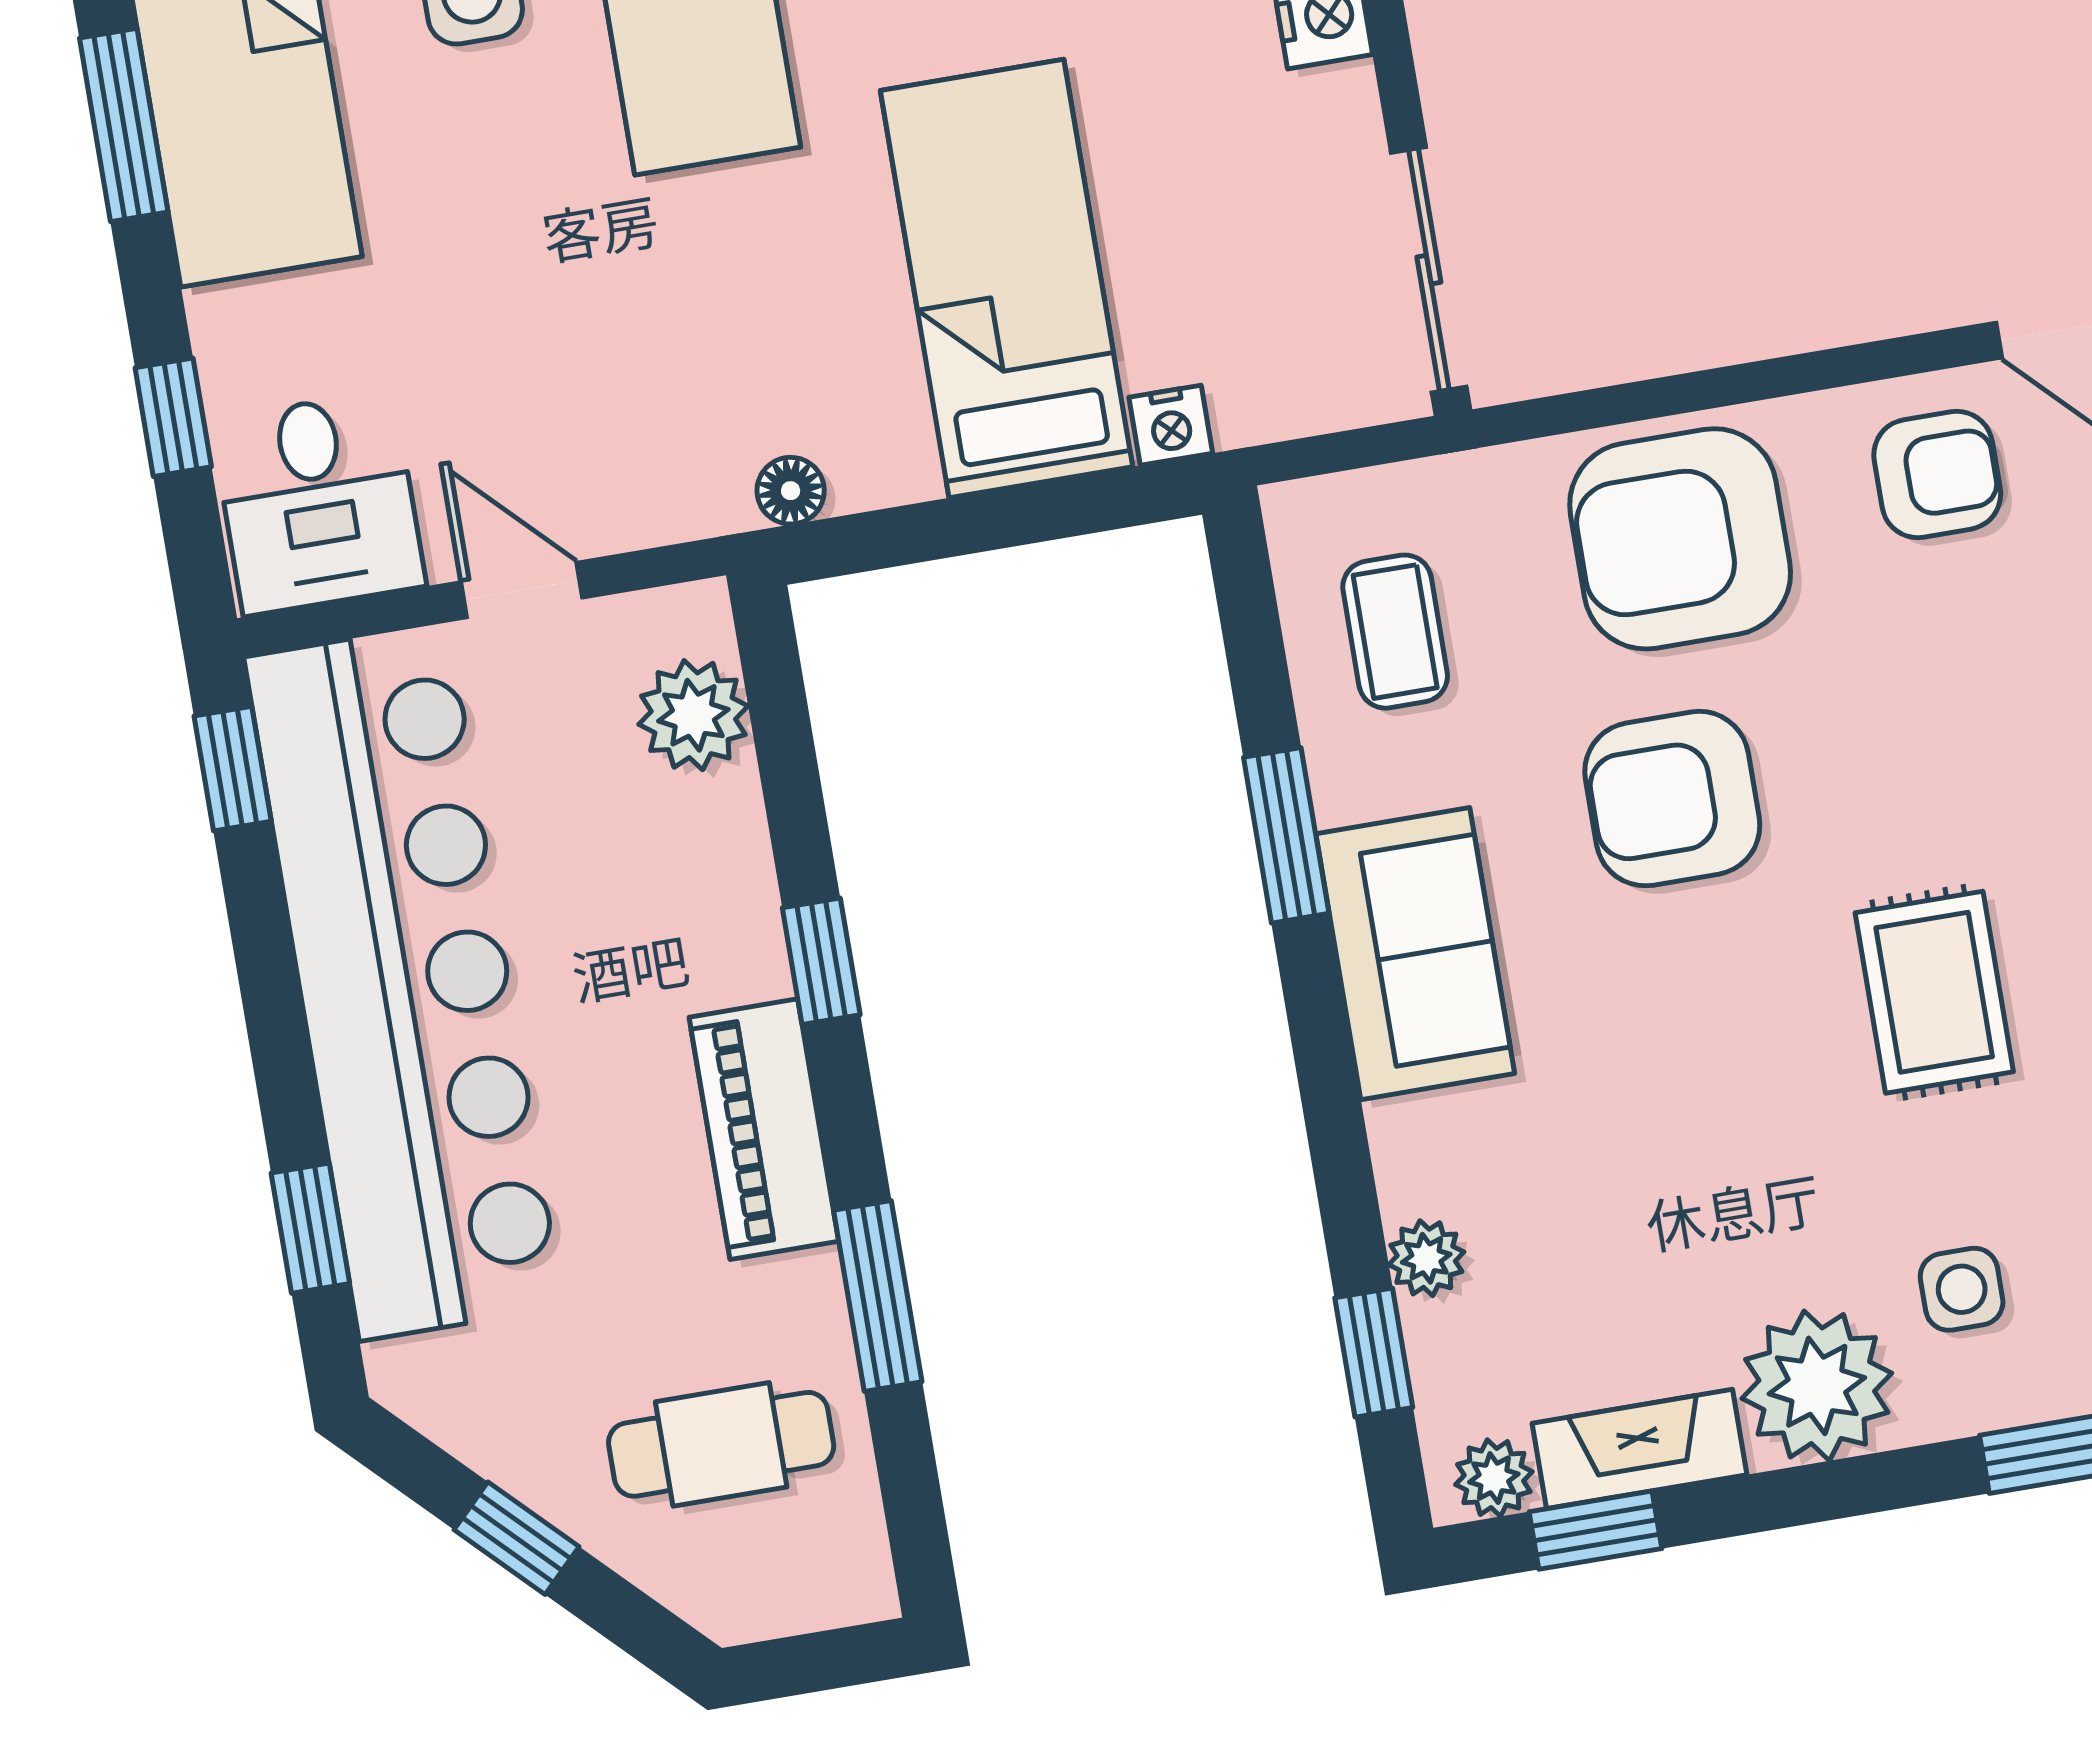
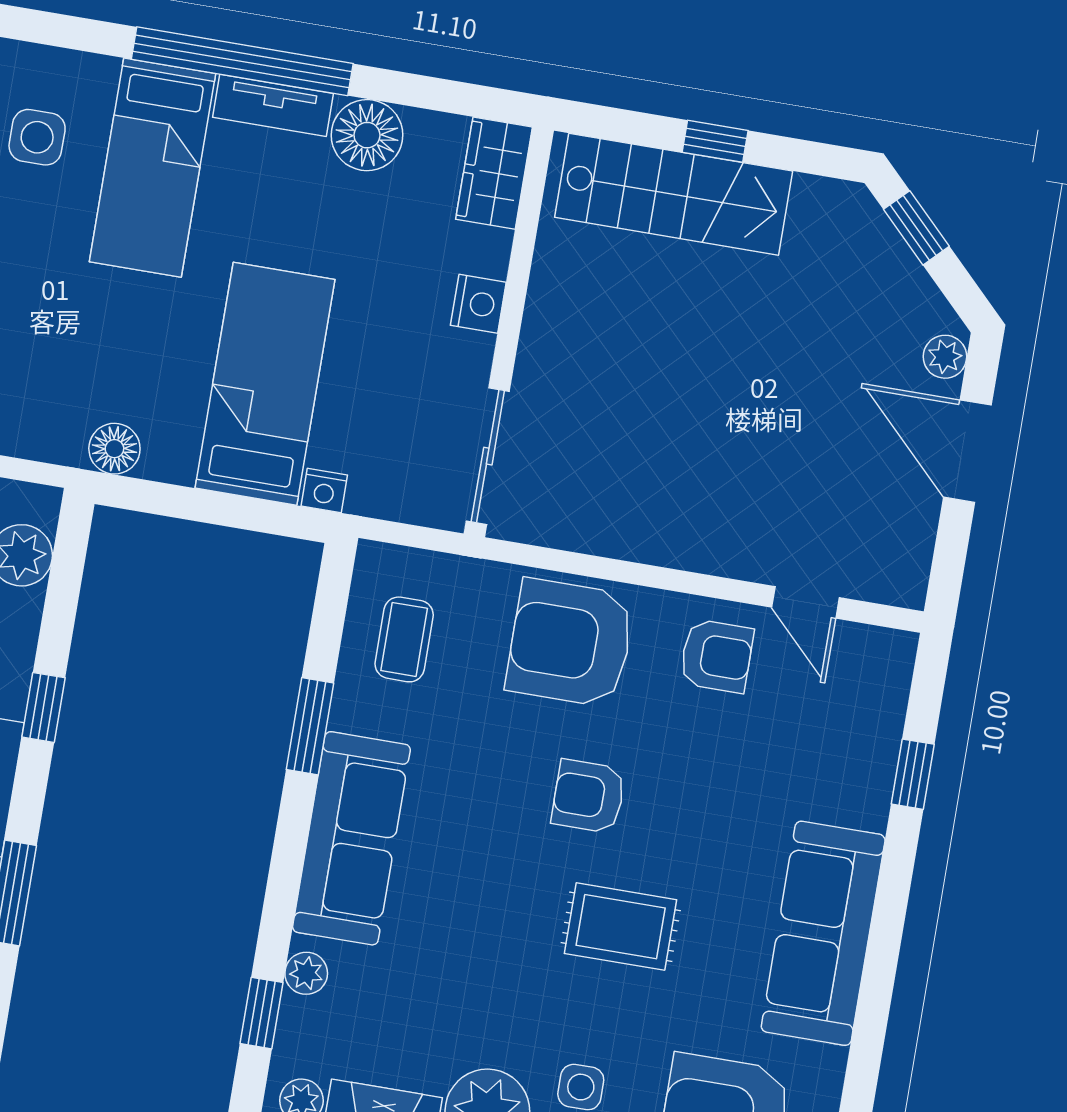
floor lamp: (791, 491) -> (114, 449), width x1.37, depth x1.37
armchair: (1672, 799) -> (588, 796), moved, width x0.72, depth x0.72
sofa: (1415, 954) -> (351, 838), width x1.36
rug: (1934, 992) -> (621, 927), turned 90

